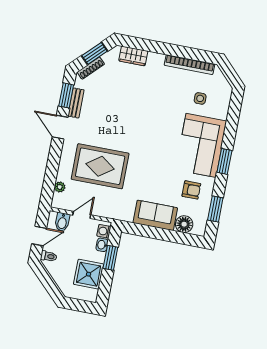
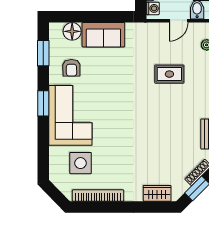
side table: (200, 98) -> (81, 163), width x1.87, depth x1.87
rug: (100, 166) -> (169, 74), width x0.54, depth x0.49
armchair: (191, 190) -> (71, 68), turned -91

